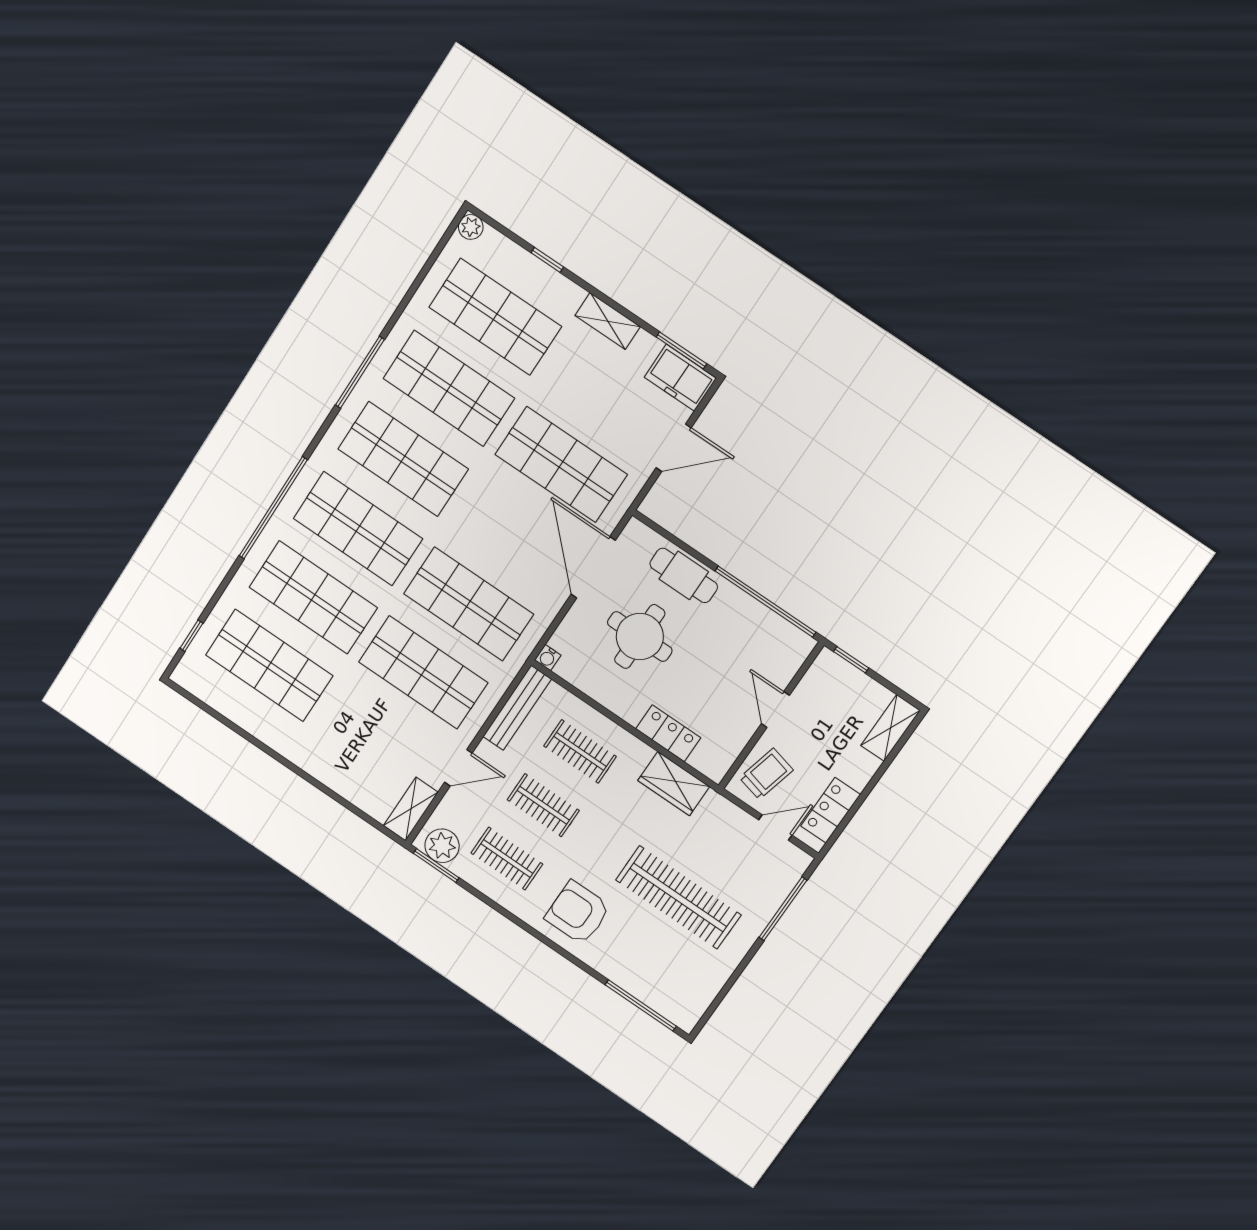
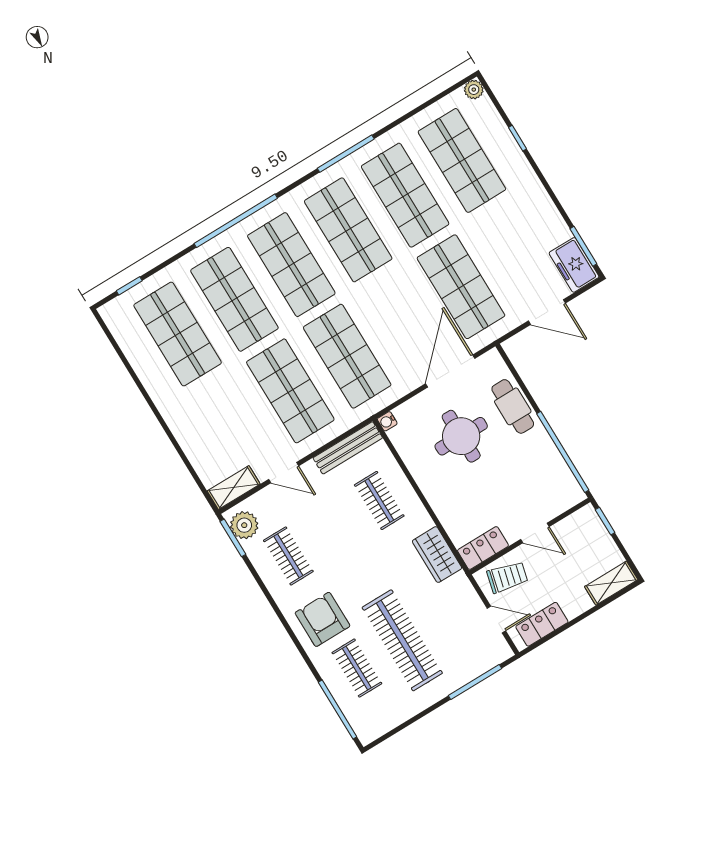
shelving: (608, 321) -> (541, 201), removed
door: (775, 710) -> (535, 533), swing flipped
locker: (668, 733) -> (483, 548), moved, turned -90
clothes rail: (543, 805) -> (357, 668), moved

